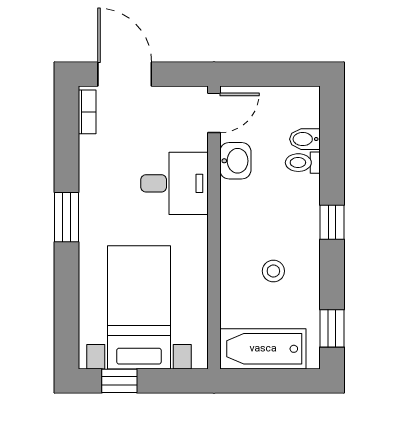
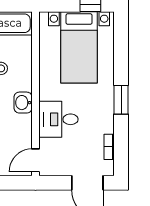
bookcase: (87, 112) -> (109, 147), moved
washbasin: (235, 161) -> (23, 103), moved

